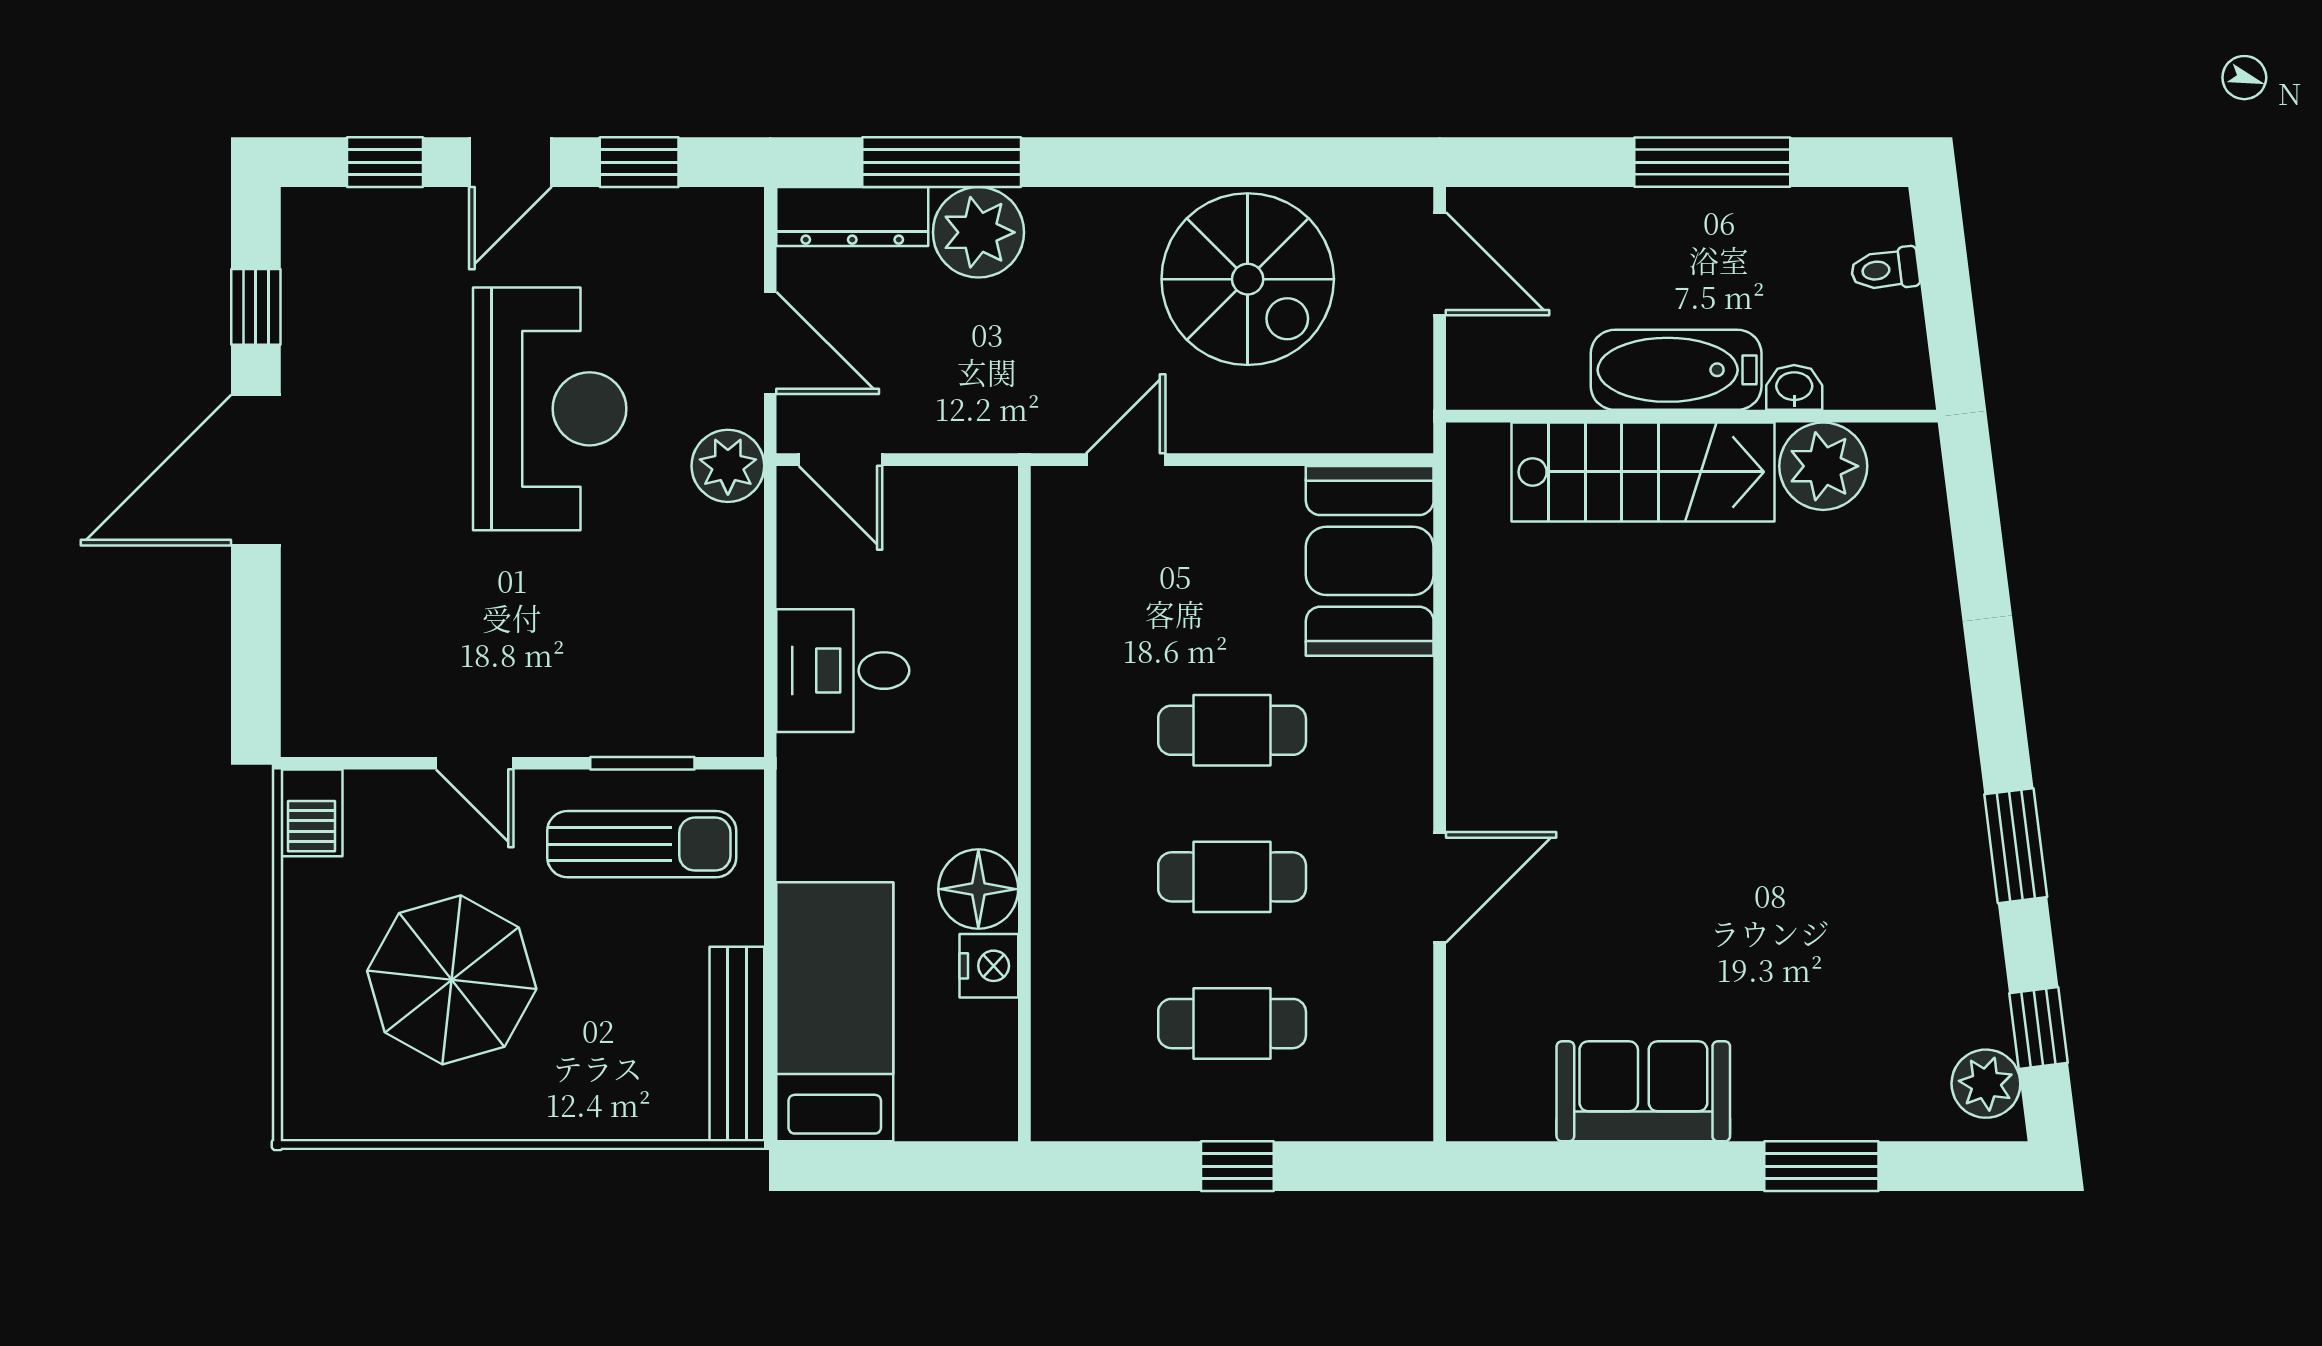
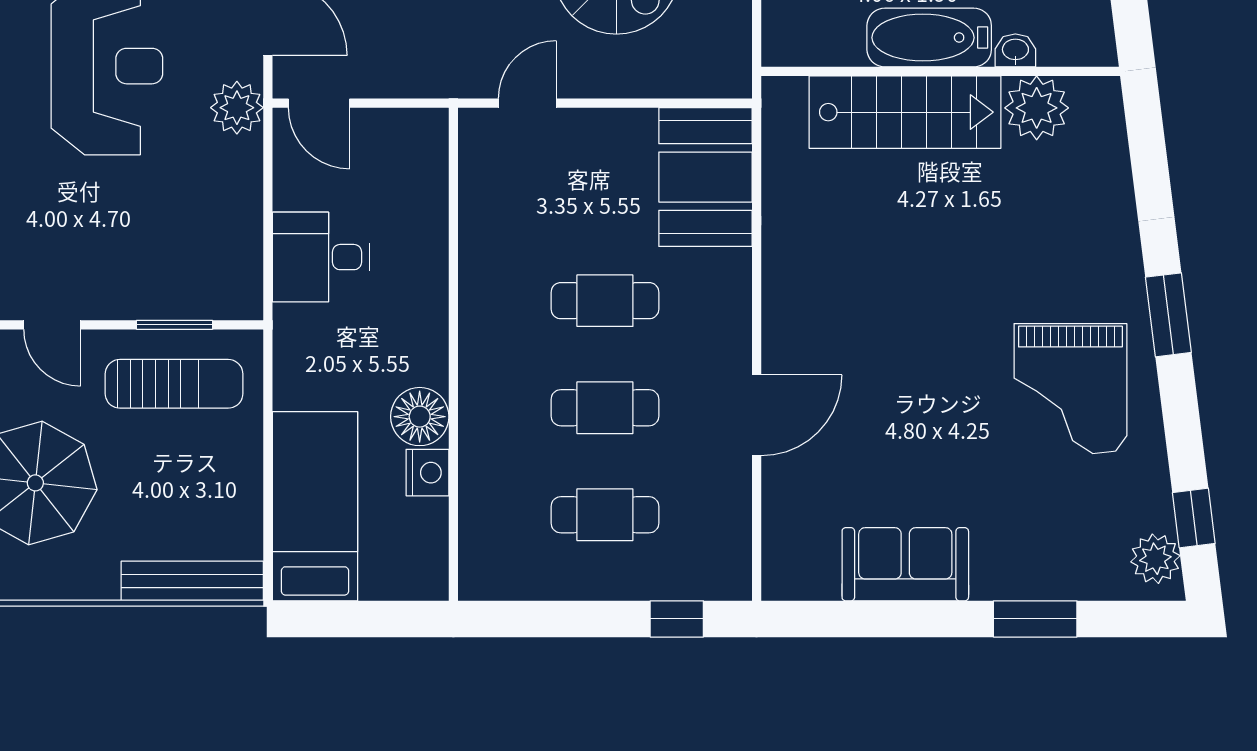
window: (2016, 846) -> (1168, 315), moved
grand piano: (1870, 851) -> (1070, 389), added
bench: (737, 1044) -> (192, 581), moved, turned 90
window: (1237, 1166) -> (677, 619), moved

